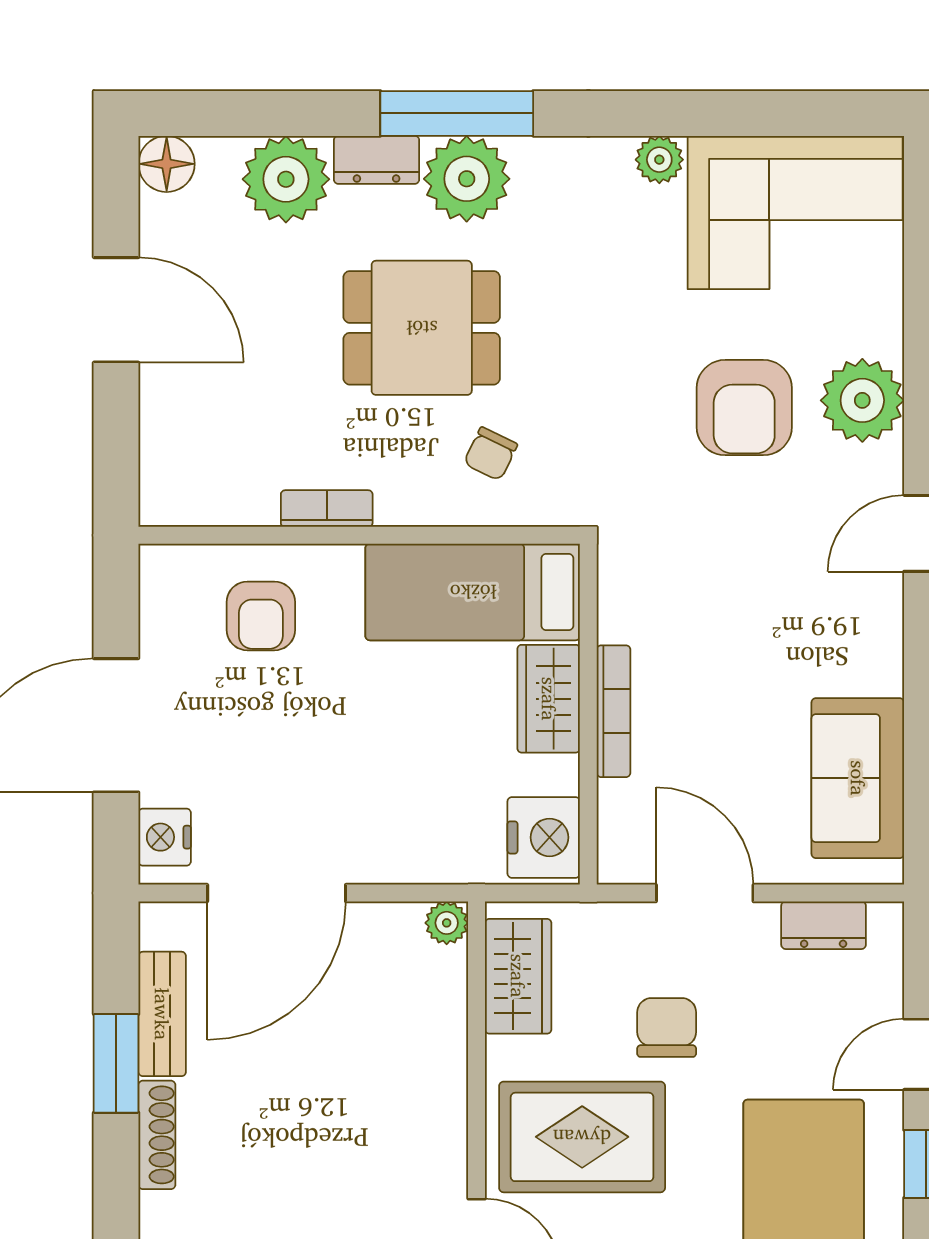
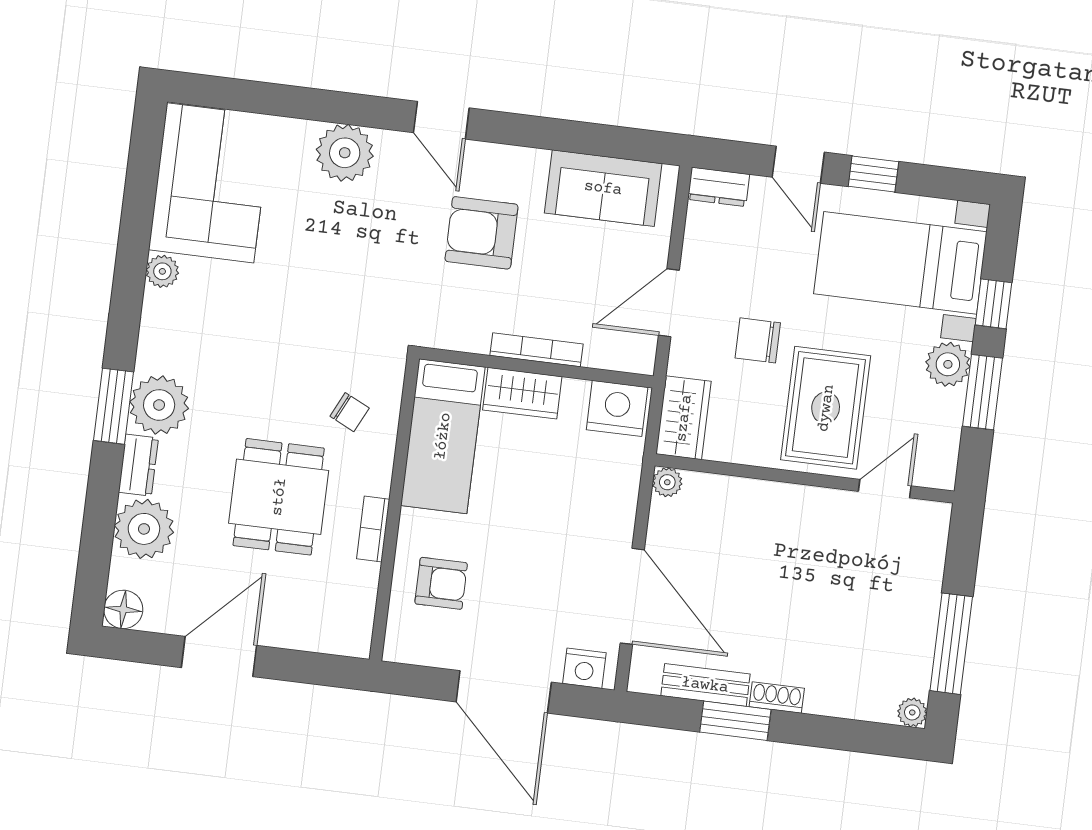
window: (457, 113) -> (113, 406), width x0.69
dining table: (422, 328) -> (279, 497), moved
armchair: (744, 408) -> (481, 233), moved, turned 180
dresser: (824, 925) -> (719, 187), moved, turned 90
wardrobe: (518, 976) -> (684, 418), moved, turned 90
shoe rack: (157, 1135) -> (777, 698), width x0.70

